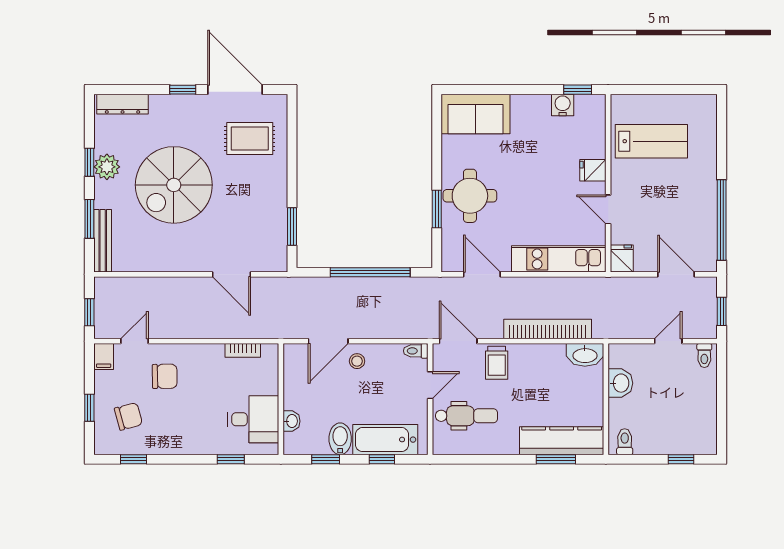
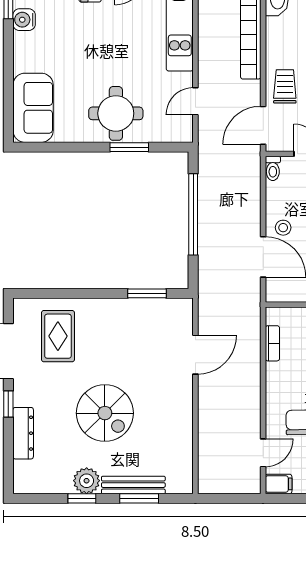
dresser: (123, 104) -> (23, 433), moved
spiral stairs: (174, 185) -> (105, 413), width x0.73, depth x0.73
bench: (103, 241) -> (133, 485), moved
door: (482, 274) -> (195, 101), width x0.73
window: (89, 312) -> (234, 498), removed
door: (135, 341) -> (263, 453), swing flipped
trolley: (497, 363) -> (285, 86), turned -90

